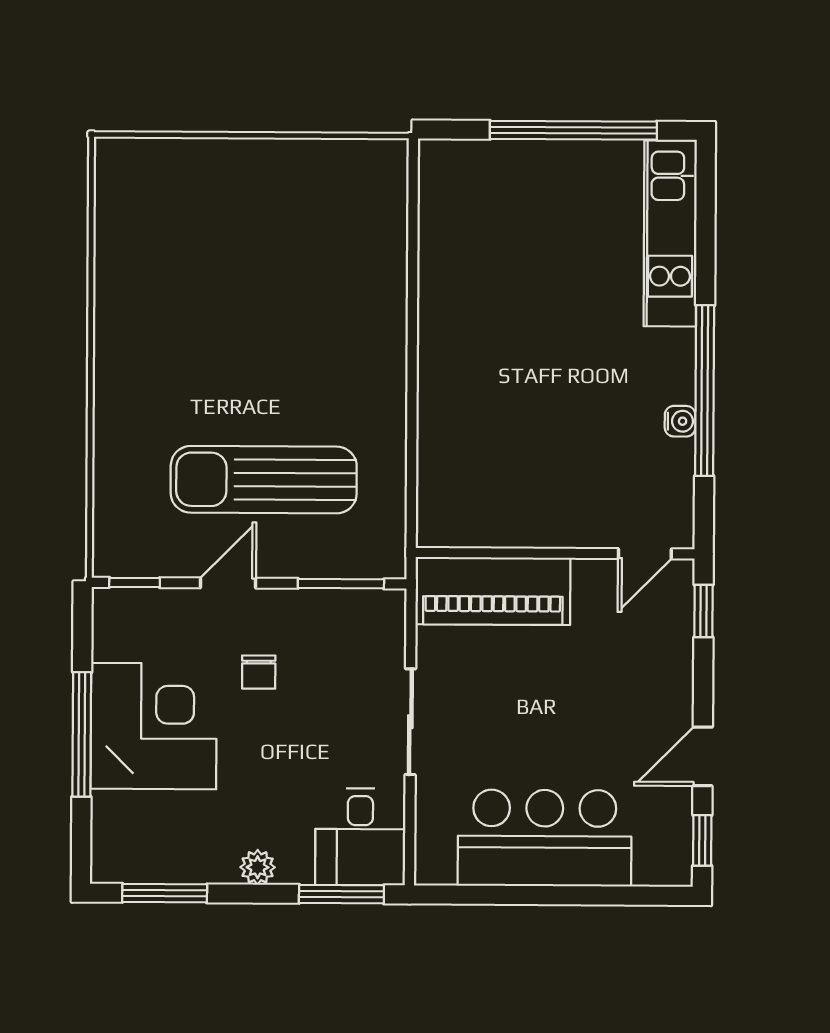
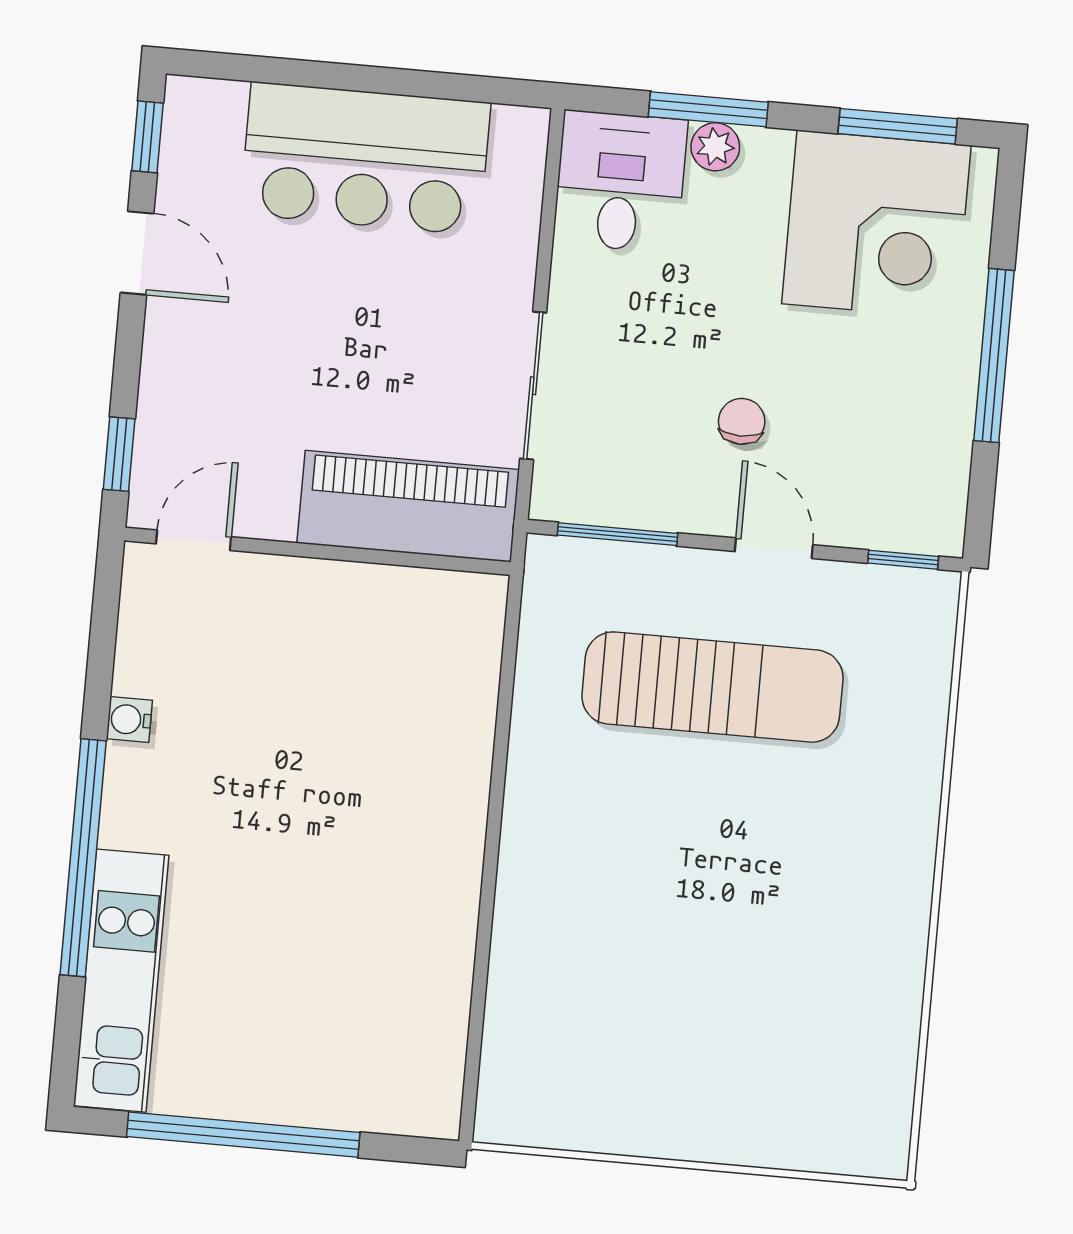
window: (705, 391) -> (83, 858), moved
door: (228, 583) -> (774, 548), swing flipped
sliding door: (410, 722) -> (533, 386), moved
corner desk: (154, 726) -> (876, 225), moved, turned -90
door: (703, 756) -> (137, 253), hinge flipped
plant: (258, 867) -> (715, 147), moved
window: (341, 894) -> (708, 109), moved

